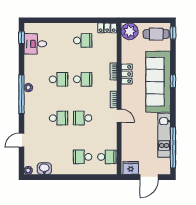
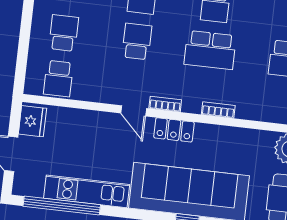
locker: (127, 74) -> (174, 130), moved
school desk: (83, 79) -> (210, 50), width x1.85
door: (119, 116) -> (134, 111), hinge flipped

